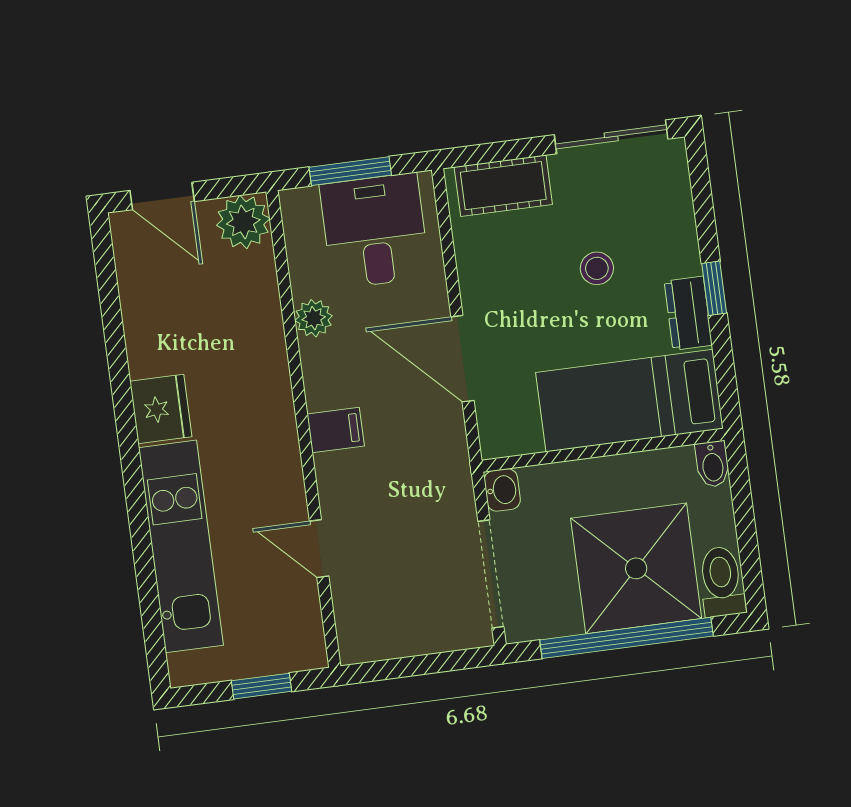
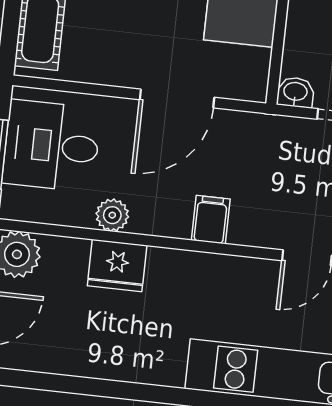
fridge: (161, 409) -> (117, 266), moved, turned 180

